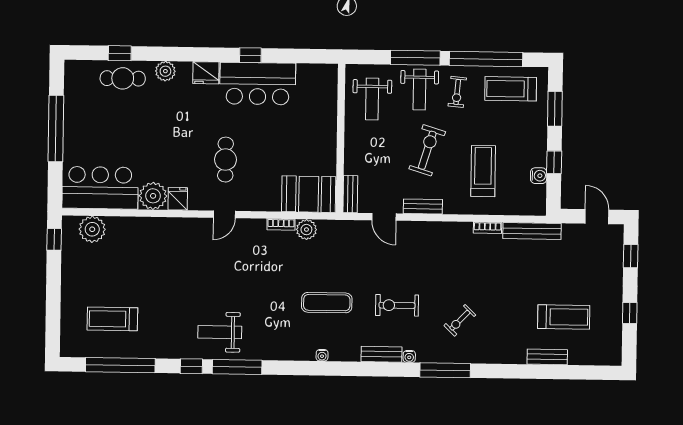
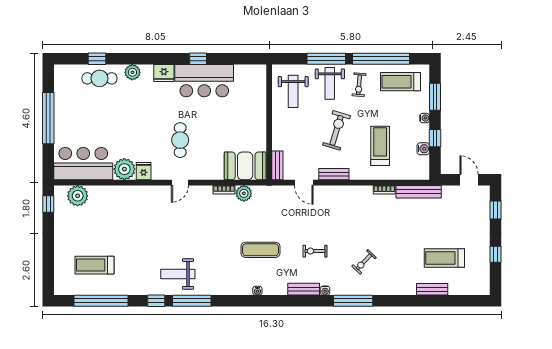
water cooler: (541, 136) -> (425, 118), added
exercise bike: (397, 305) -> (315, 251), width x0.73, depth x0.72
treadmill: (564, 317) -> (444, 258), turned 180

